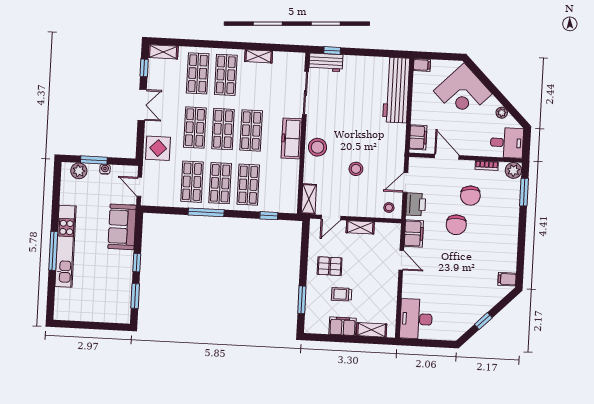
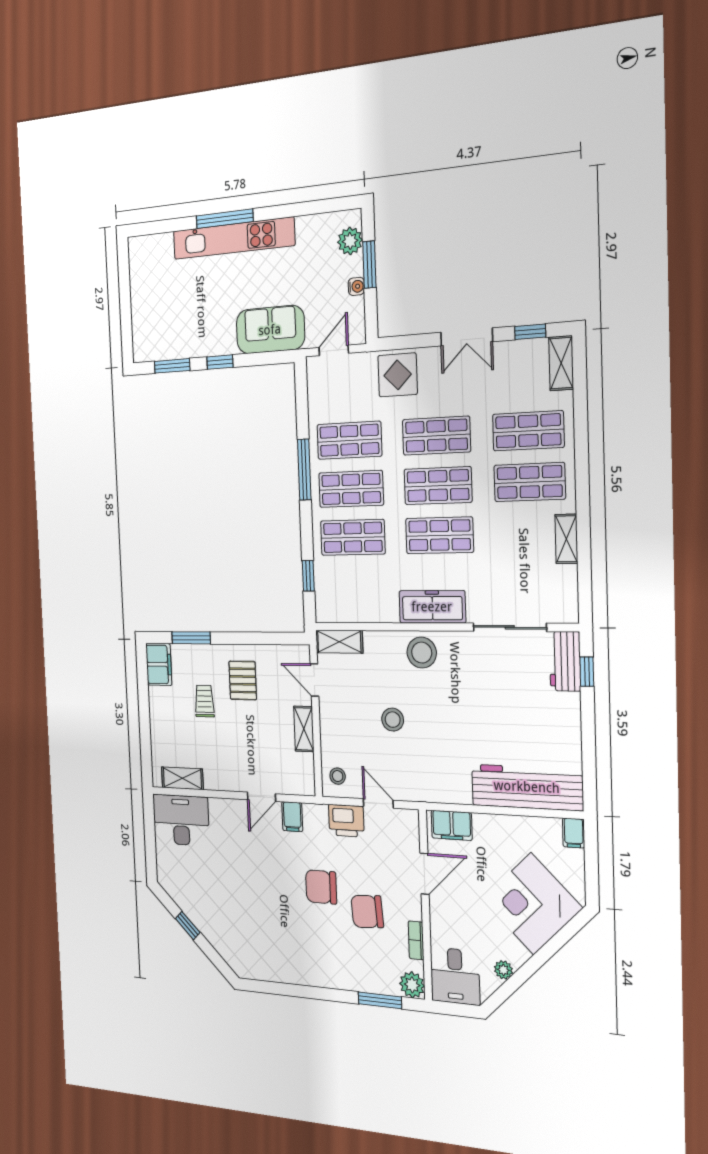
filing cabinet: (414, 234) -> (292, 817), width x0.50
filing cabinet: (507, 279) -> (249, 966), removed
filing cabinet: (343, 326) -> (159, 664), moved
shelving: (372, 330) -> (182, 778), moved, turned 90

